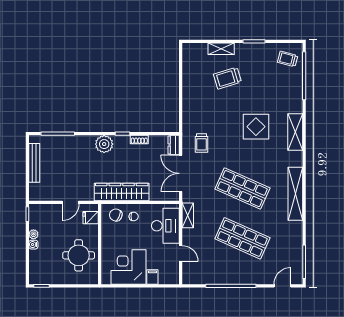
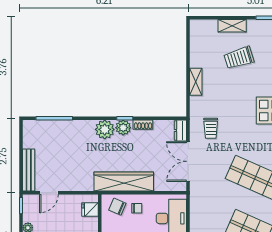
plant: (121, 142) -> (123, 128), added
bench: (34, 163) -> (29, 170), moved
door: (71, 202) -> (49, 193), moved
shelving: (188, 215) -> (196, 82), moved

